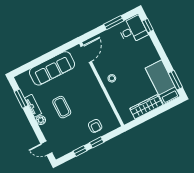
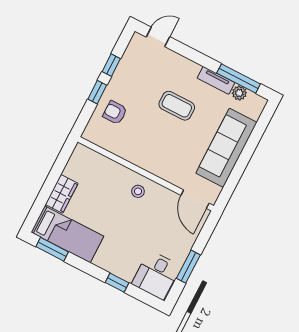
window: (148, 26) -> (117, 283), moved
window: (21, 99) -> (239, 78), width x1.44
wardrobe: (146, 107) -> (62, 194), width x0.67
plant: (41, 120) -> (239, 93), moved

